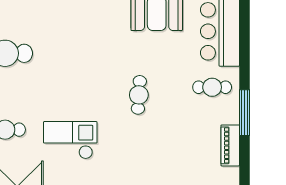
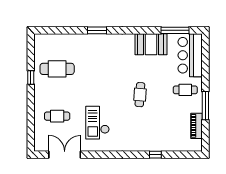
checkout: (70, 140) -> (97, 123), turned -90

